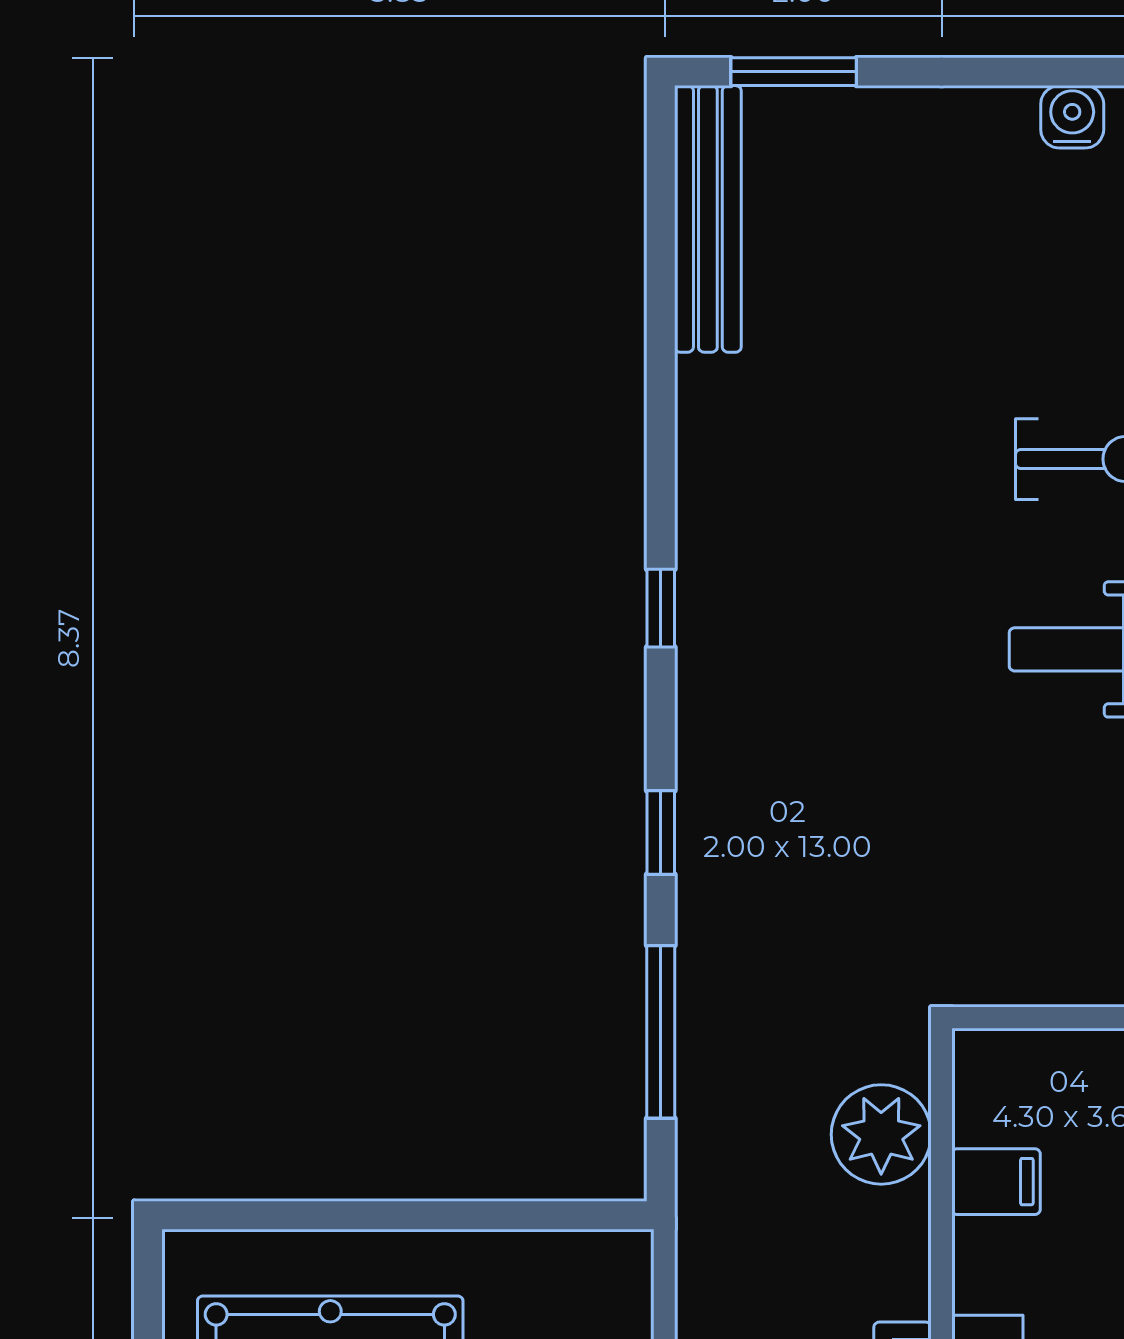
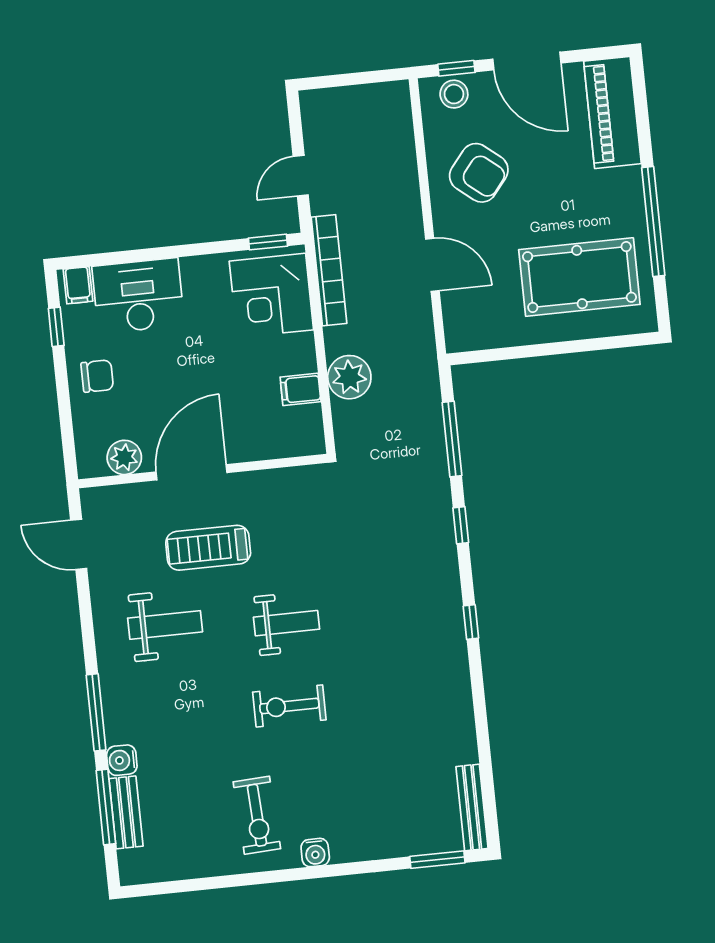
bench: (708, 219) -> (472, 807), width x0.73, depth x0.82
plant: (881, 1134) -> (349, 377), moved

